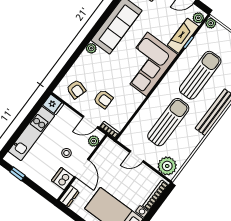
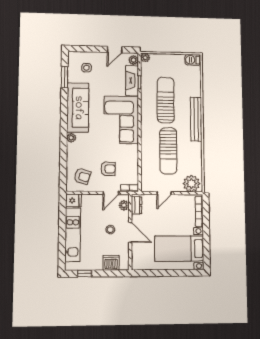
sun lounger: (168, 122) -> (168, 151), turned 180
dishwasher: (63, 179) -> (111, 263), moved, turned 90
dresser: (69, 196) -> (136, 205), moved

